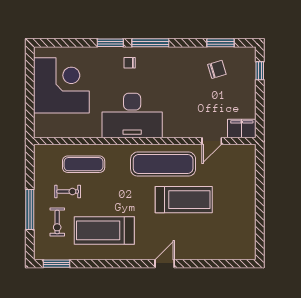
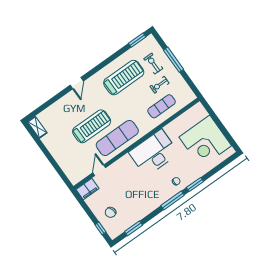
chair: (217, 69) -> (111, 212), moved
treadmill: (184, 200) -> (92, 126), turned 180
shelving: (249, 245) -> (37, 127), added

